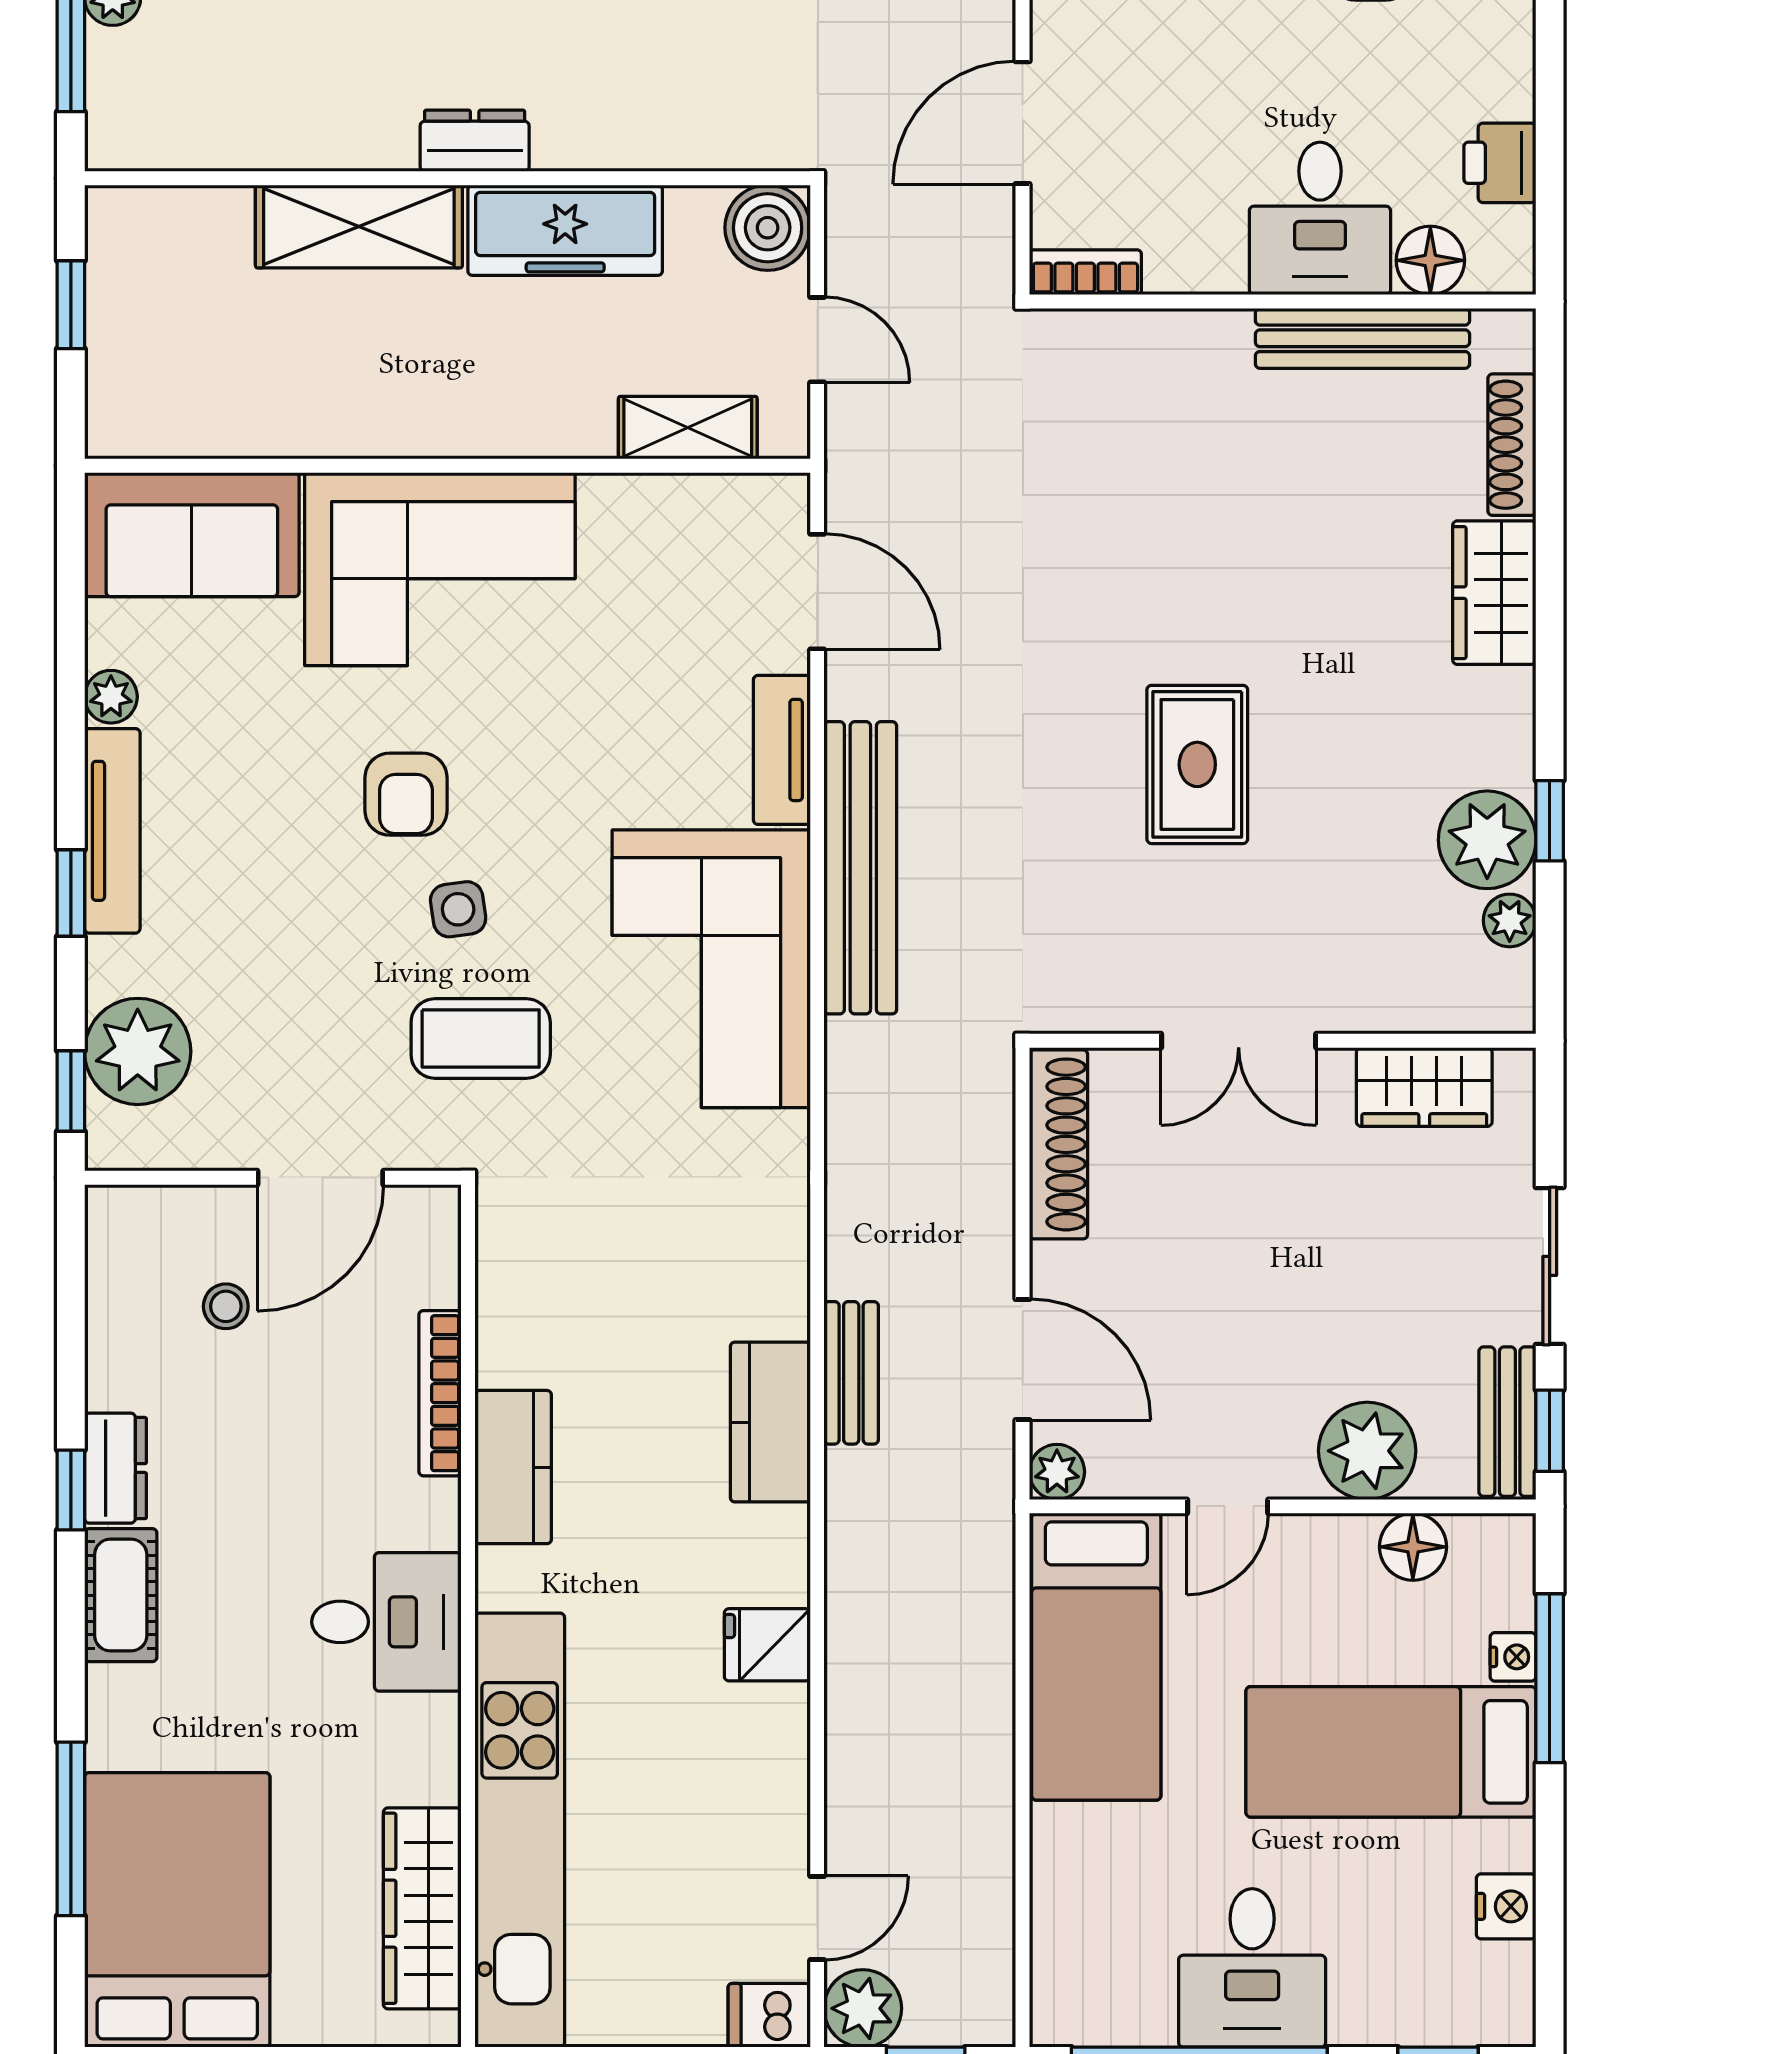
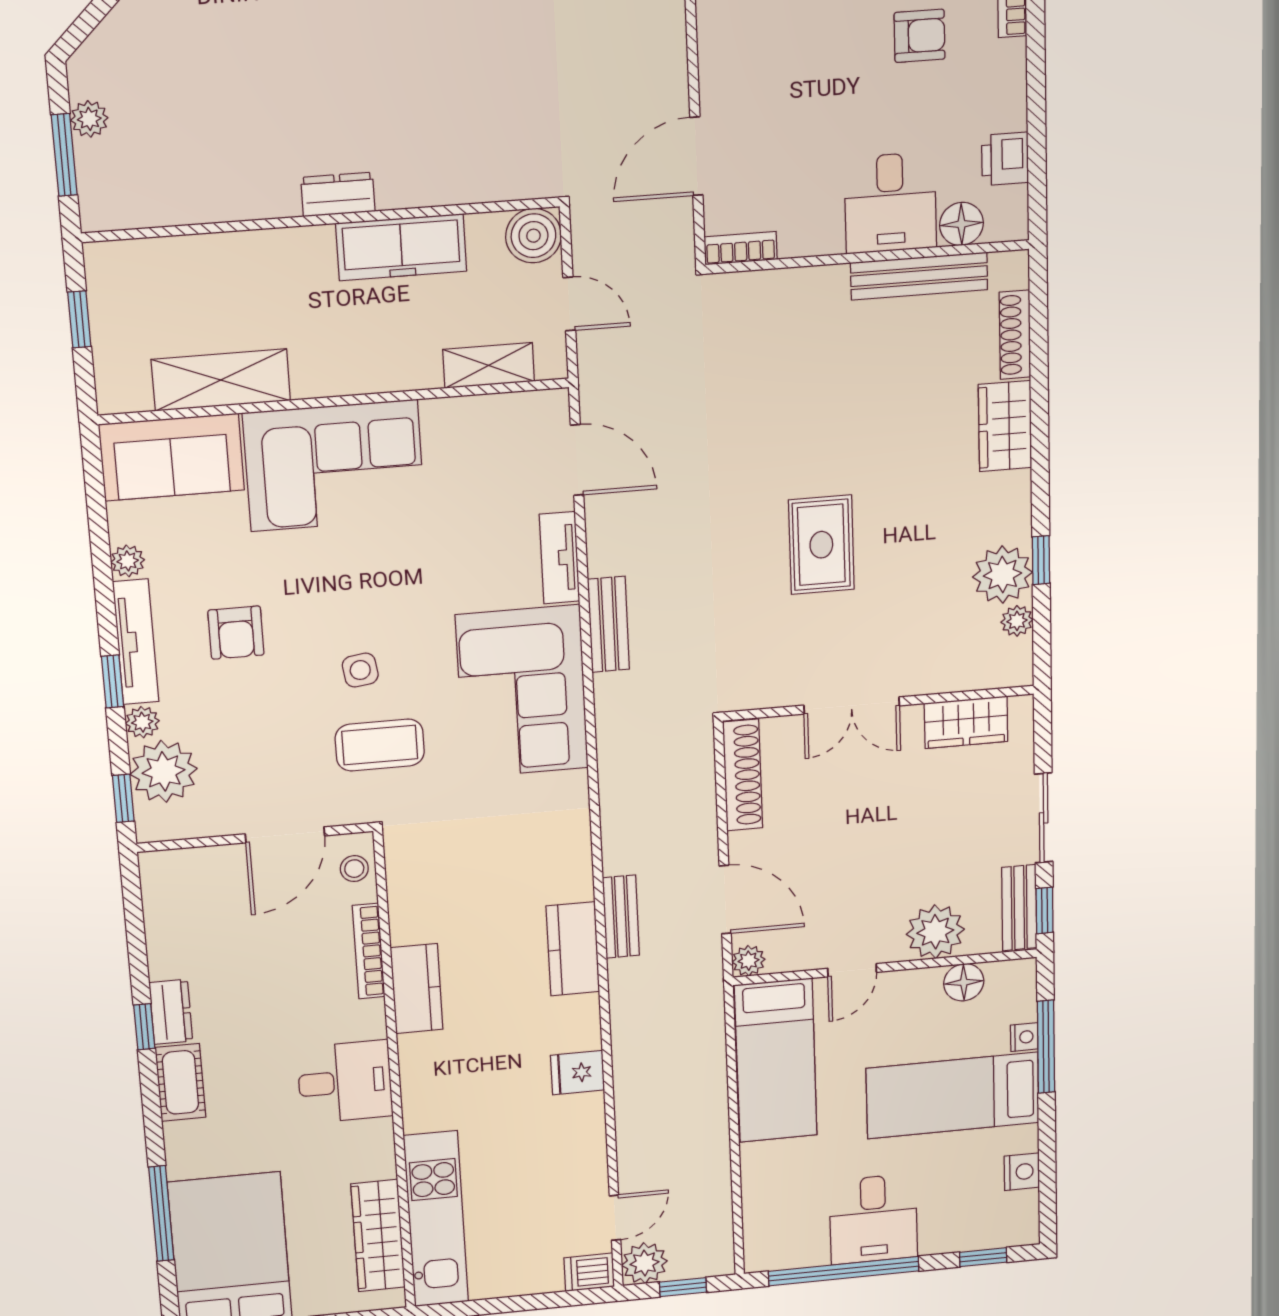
shelving: (359, 226) -> (221, 380), moved
armchair: (406, 794) -> (236, 633), moved
bench: (860, 868) -> (609, 624), width x0.54, depth x0.82
plant: (111, 965) -> (142, 722), added
stool: (226, 1306) -> (354, 869), moved
kitchen unit: (520, 1830) -> (436, 1219), width x0.73

